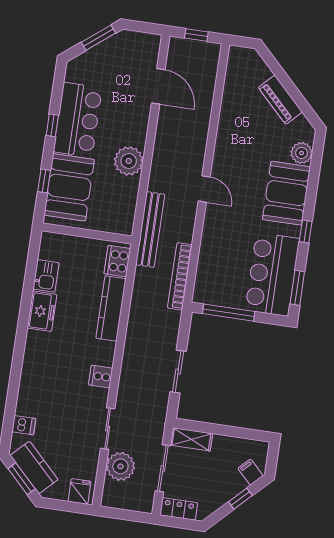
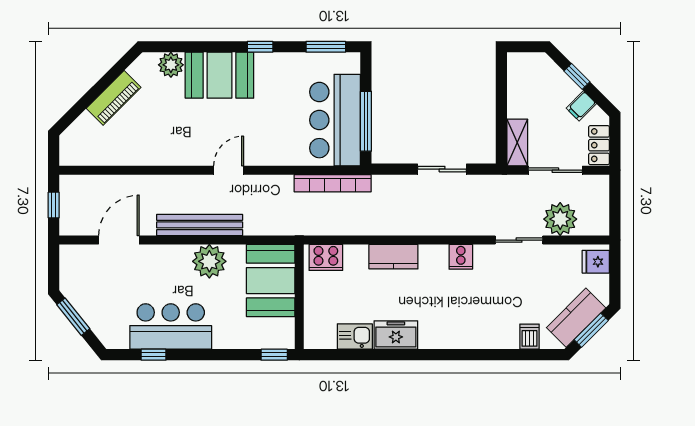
window: (52, 125) -> (154, 355), moved
window: (44, 181) -> (274, 355), moved
booth: (69, 187) -> (271, 281), moved, turned 90
bench: (150, 230) -> (200, 225), moved
bar counter: (272, 274) -> (335, 120), moved, turned 90
kitchen counter: (111, 309) -> (393, 257), width x0.67
filing cabinet: (250, 472) -> (581, 106), moved

